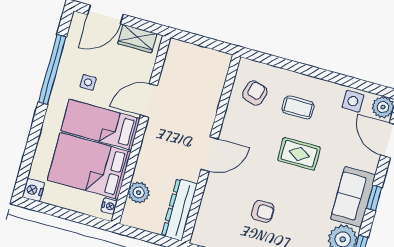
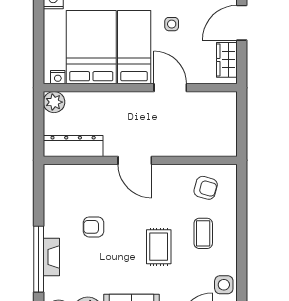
door: (105, 14) -> (242, 23), hinge flipped
plant: (139, 192) -> (54, 102), moved
armchair: (263, 211) -> (94, 227), turned 90

